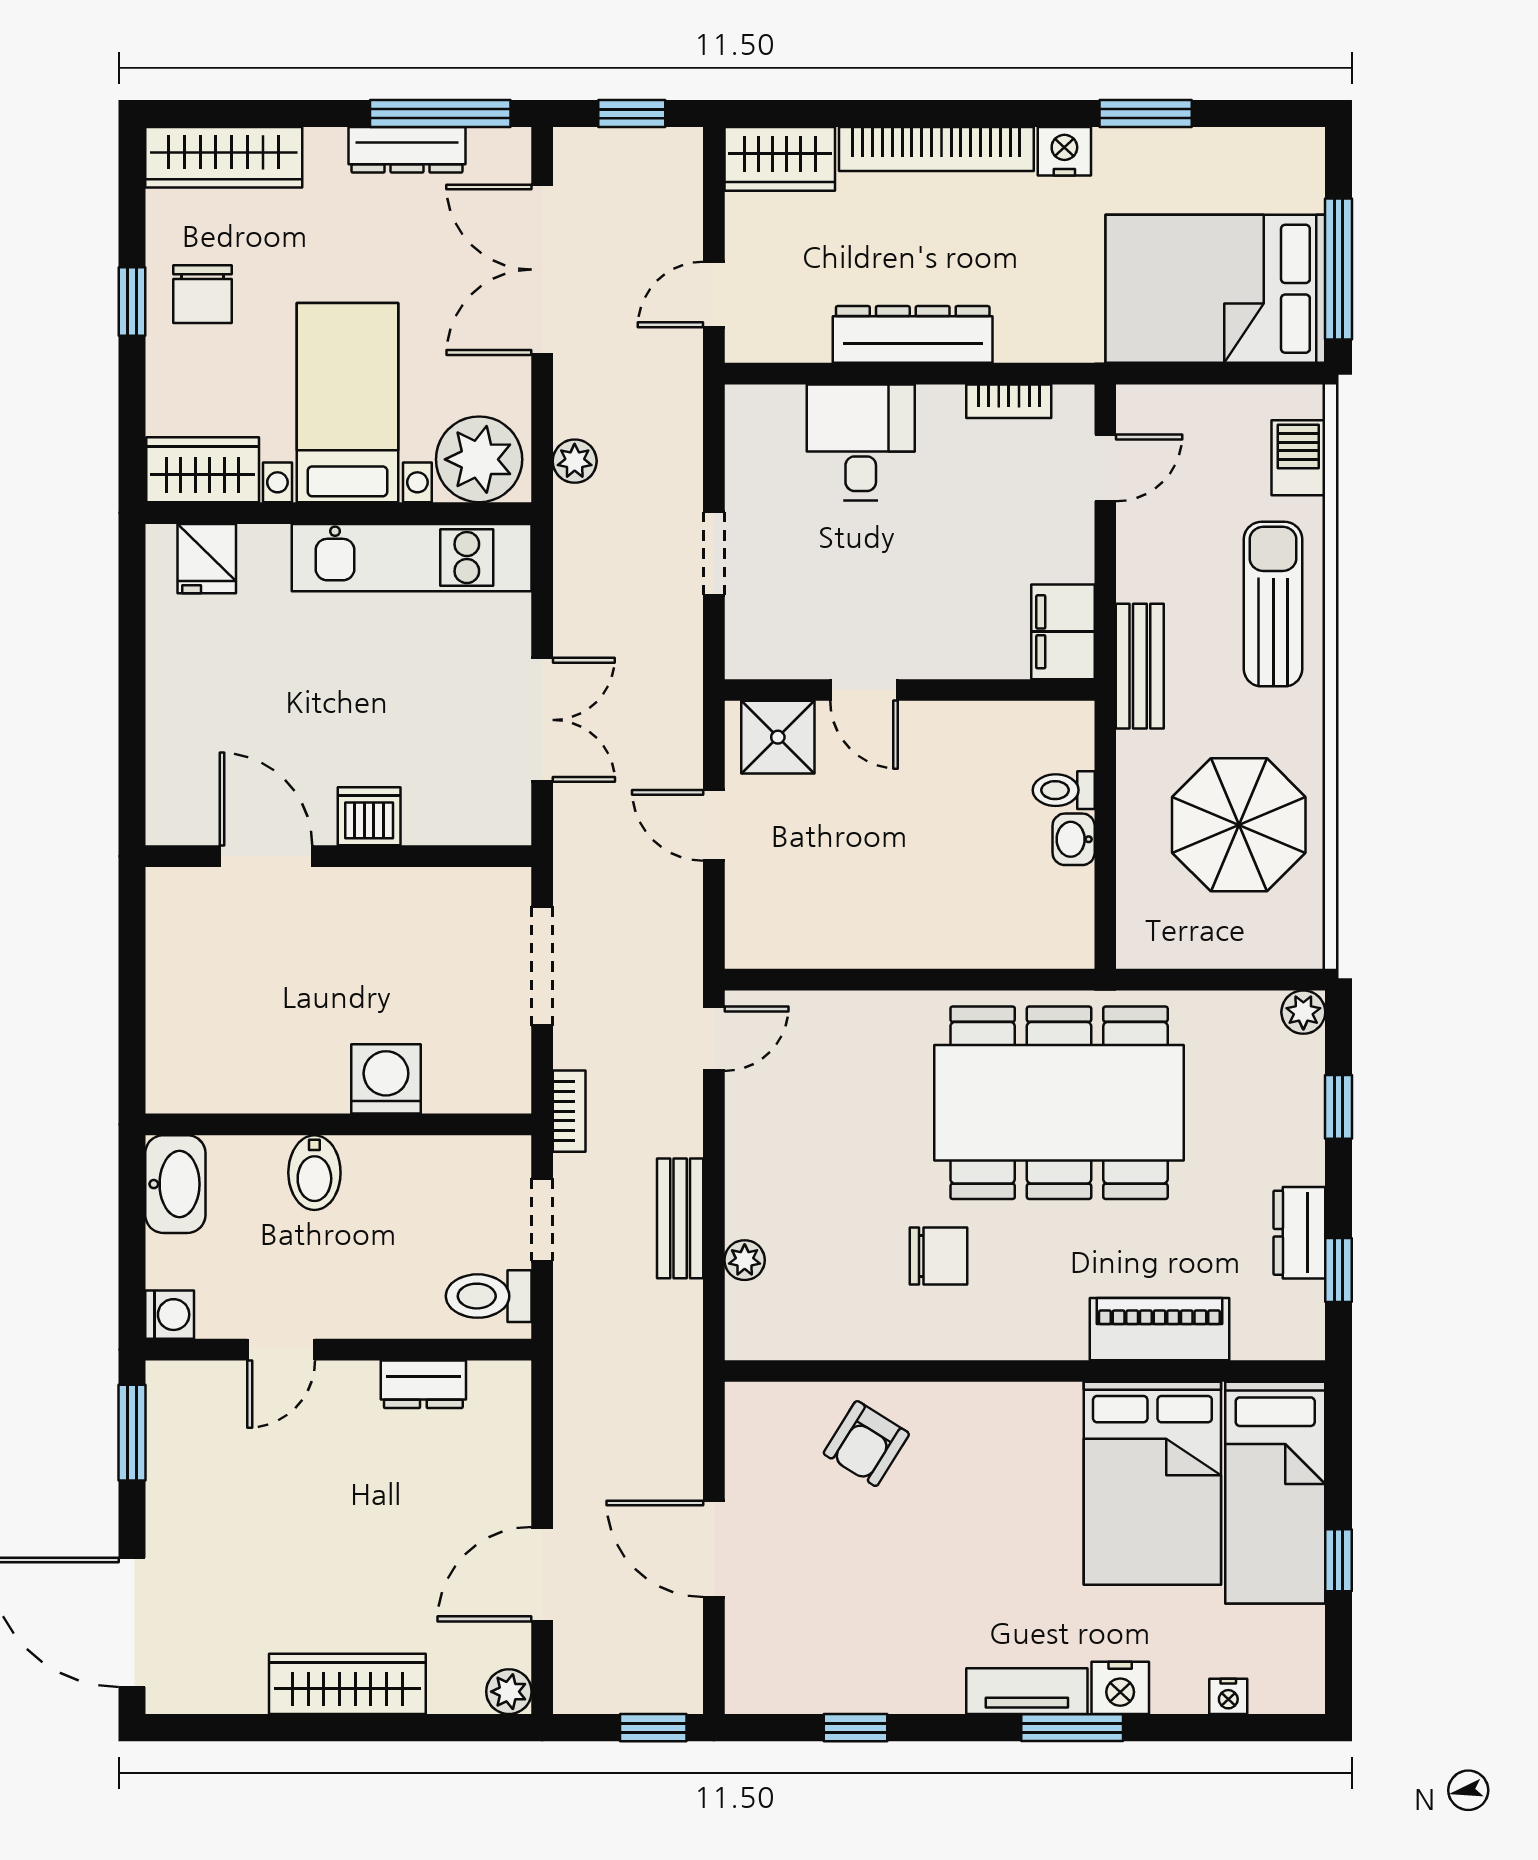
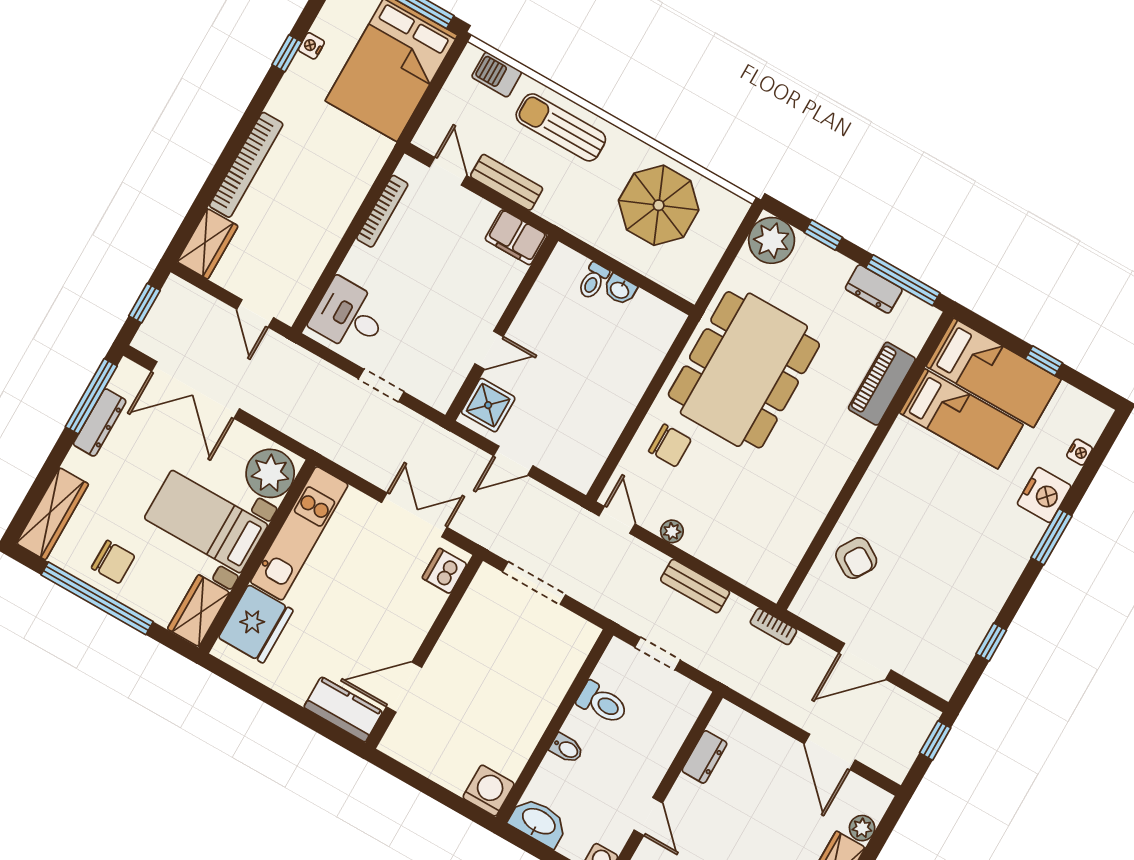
window: (1146, 114) -> (287, 53), width x0.67
nightstand: (1064, 151) -> (311, 46), moved, width x0.72, depth x0.74
window: (132, 301) -> (97, 598), width x3.17
dresser: (913, 334) -> (330, 228), removed
bookcase: (1009, 401) -> (382, 211), width x1.56
desk: (861, 442) -> (349, 316), moved
plant: (575, 461) -> (298, 427), removed
fridge: (207, 559) -> (256, 624), width x1.88, depth x1.34
bench: (1140, 666) -> (507, 182), moved
kitchen counter: (177, 782) -> (343, 709), added
dishwasher: (369, 816) -> (445, 571), moved
plant: (1303, 1012) -> (772, 240), width x1.88, depth x1.88
washing machine: (386, 1079) -> (489, 791), moved, turned 90
bookcase: (569, 1111) -> (773, 626), moved, turned 180
bidet: (314, 1173) -> (567, 748), width x0.72, depth x0.74
chair: (938, 1256) -> (670, 445), moved, turned 90
plant: (745, 1260) -> (672, 531), moved
window: (1339, 1270) -> (903, 280), width x2.17
toilet: (489, 1296) -> (602, 703), moved, turned -90
bed: (1152, 1483) -> (961, 419), width x0.67
nightstand: (1120, 1688) -> (1044, 495), width x1.36, depth x1.33
tv unit: (1027, 1691) -> (1021, 549), removed
plant: (509, 1692) -> (862, 828), moved

